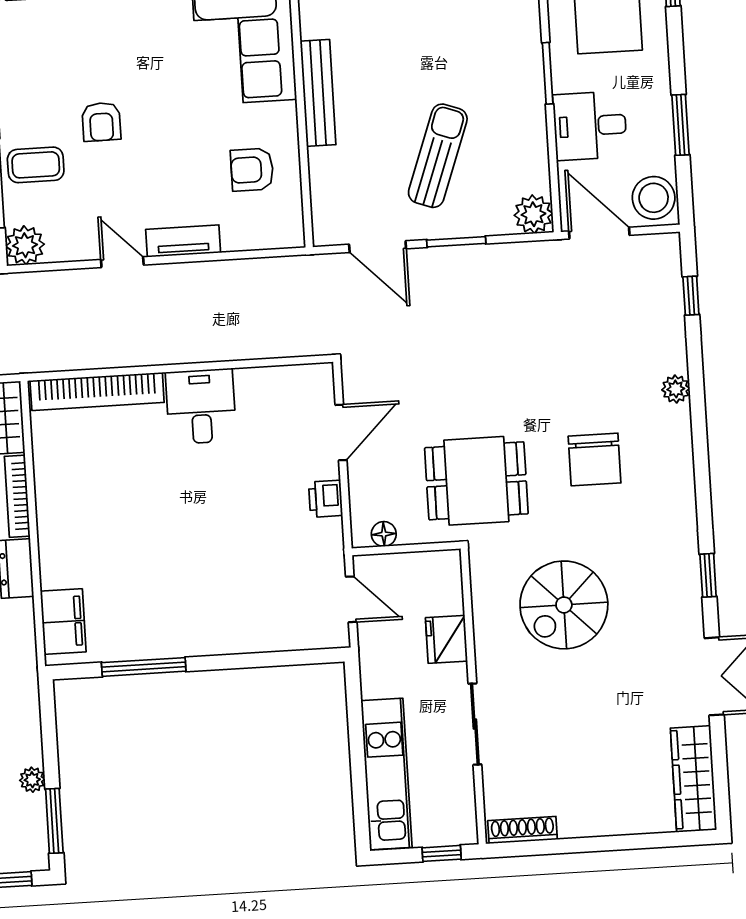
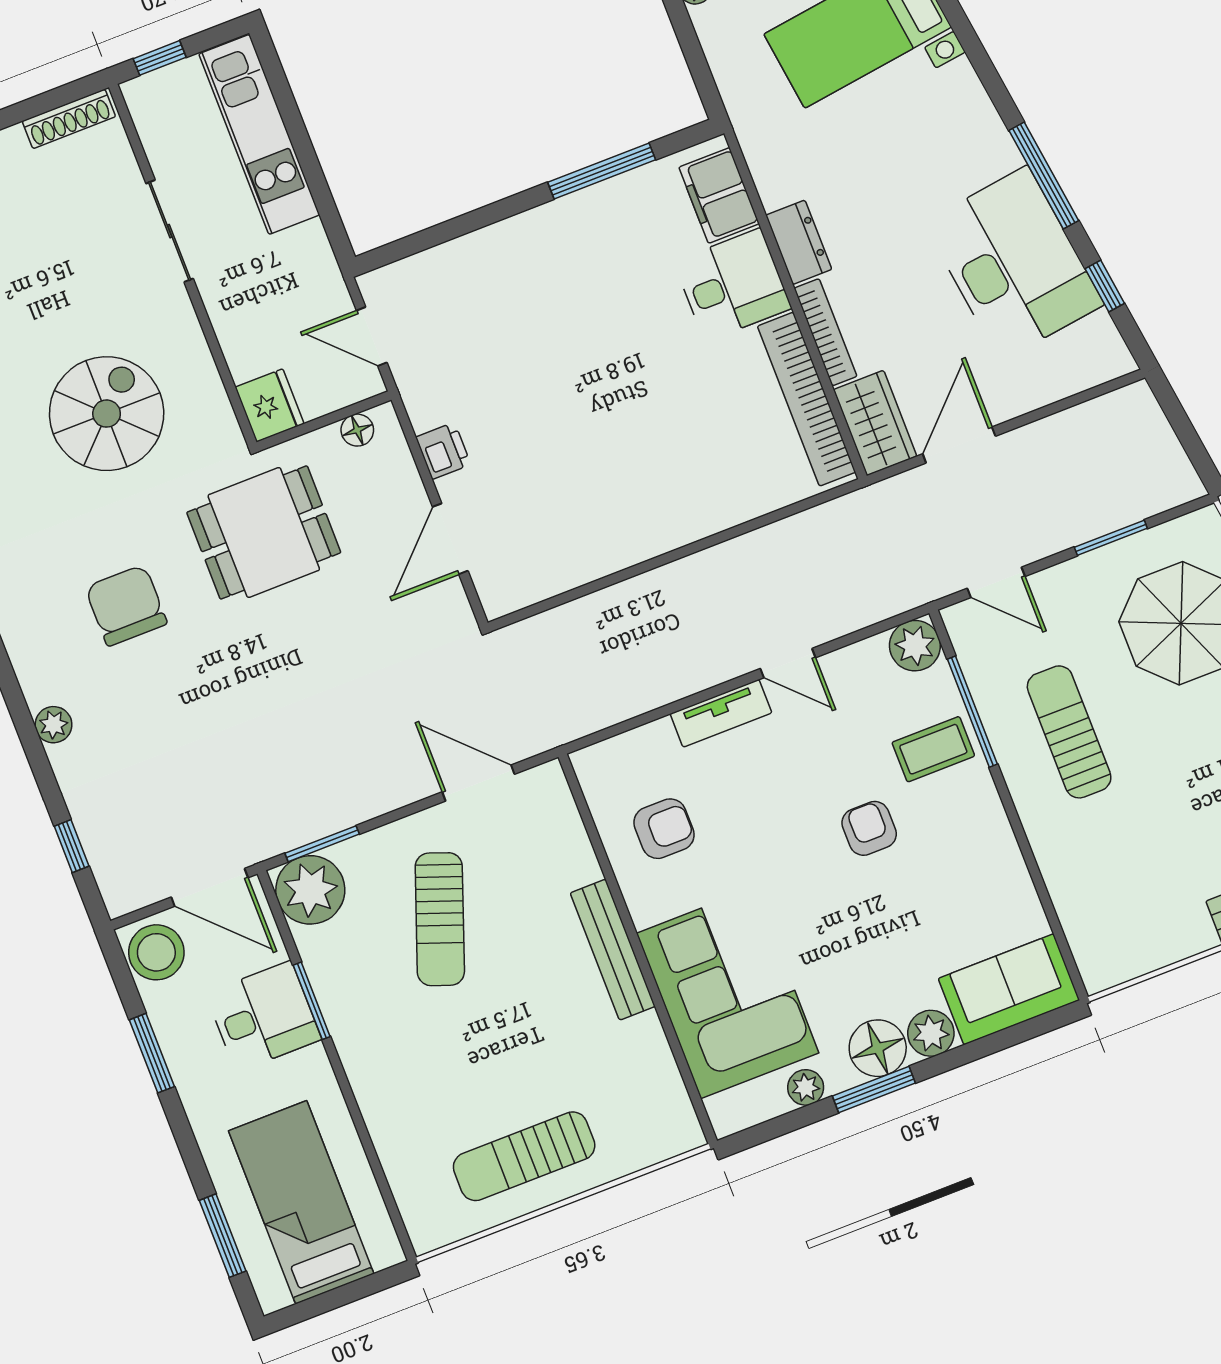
window: (548, 73) -> (312, 1001), moved
plant: (533, 214) -> (310, 890), width x1.36, depth x1.36
window: (456, 242) -> (322, 844), moved
bookcase: (97, 391) -> (807, 399), moved, turned -90
desk: (201, 406) -> (733, 285), moved, turned -90
fridge: (447, 639) -> (269, 405), moved

